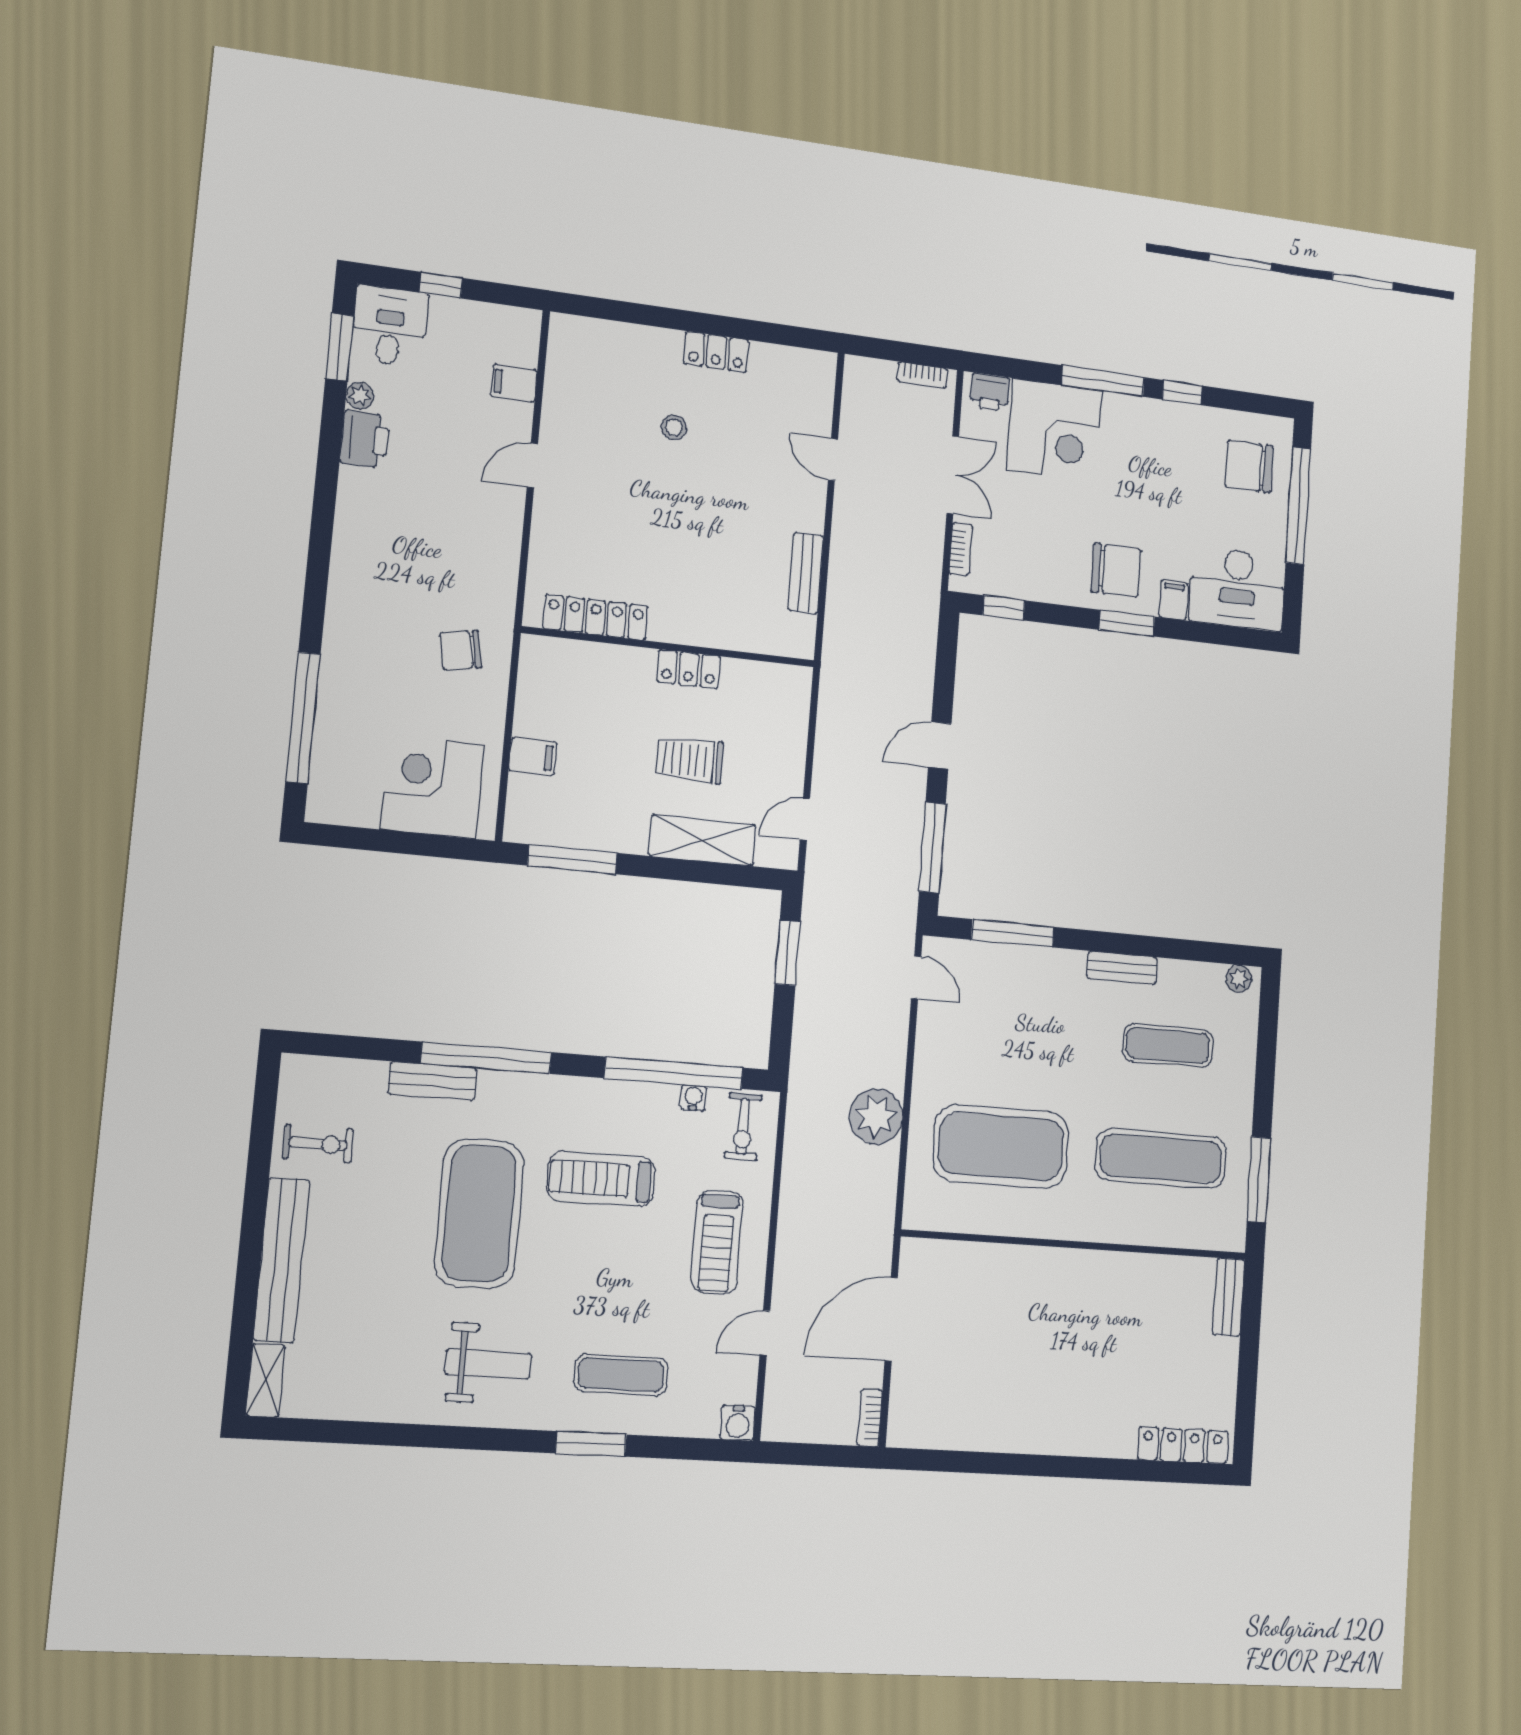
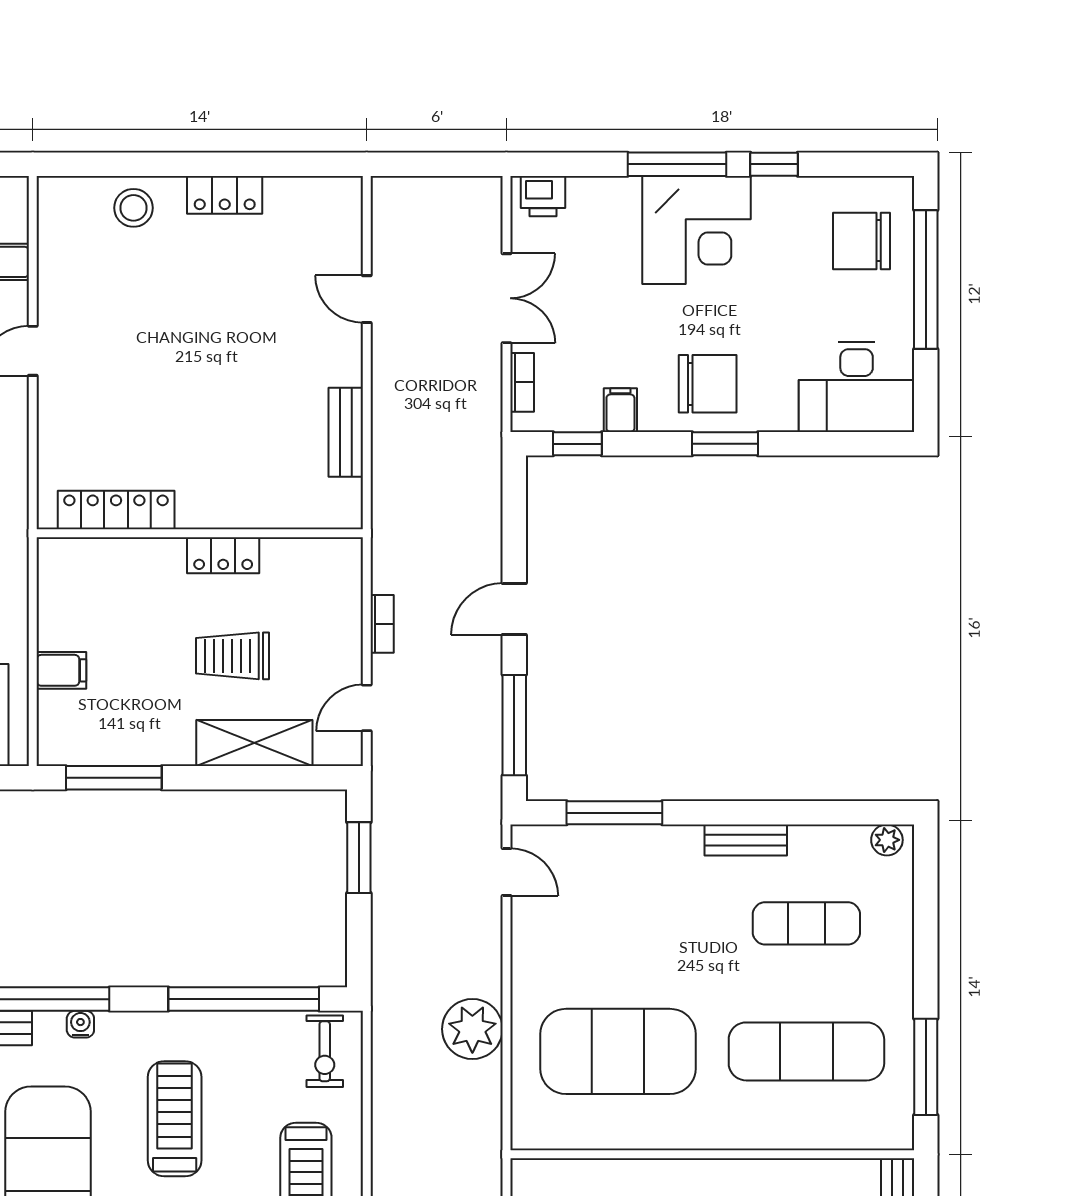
bookcase: (922, 375) -> (382, 624), moved, turned -90
stool: (674, 427) -> (133, 208), moved, width x1.37, depth x1.37
corner desk: (1054, 430) -> (697, 230), moved
filing cabinet: (1173, 600) -> (620, 410), moved
water cooler: (693, 1098) -> (80, 1024), moved
treadmill: (601, 1179) -> (175, 1119), turned 90

